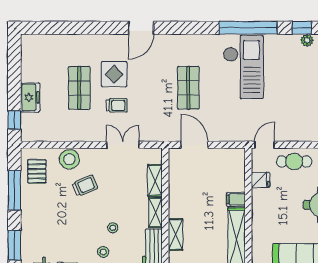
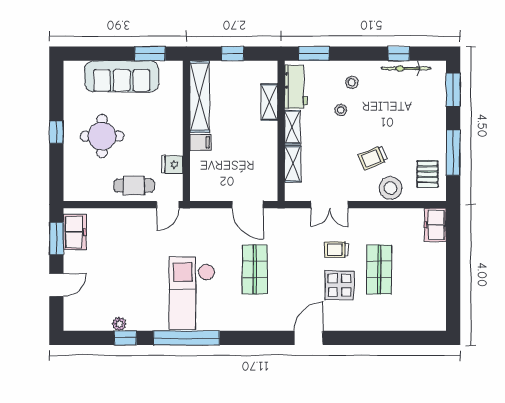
freezer: (30, 97) -> (435, 225), moved
window: (14, 120) -> (453, 233), removed

